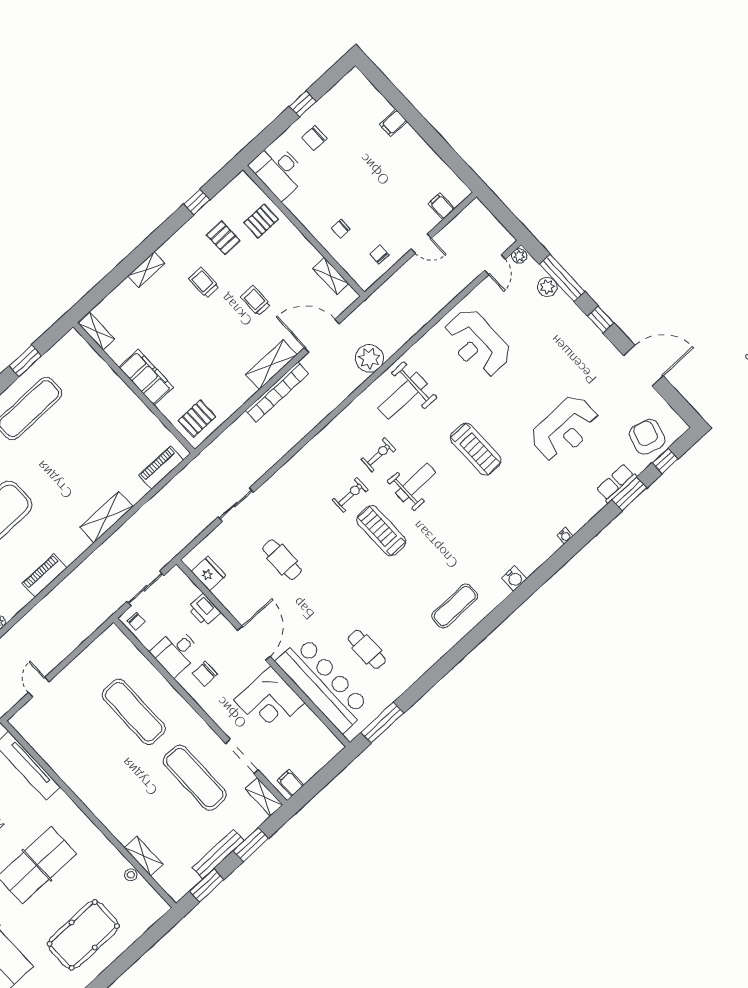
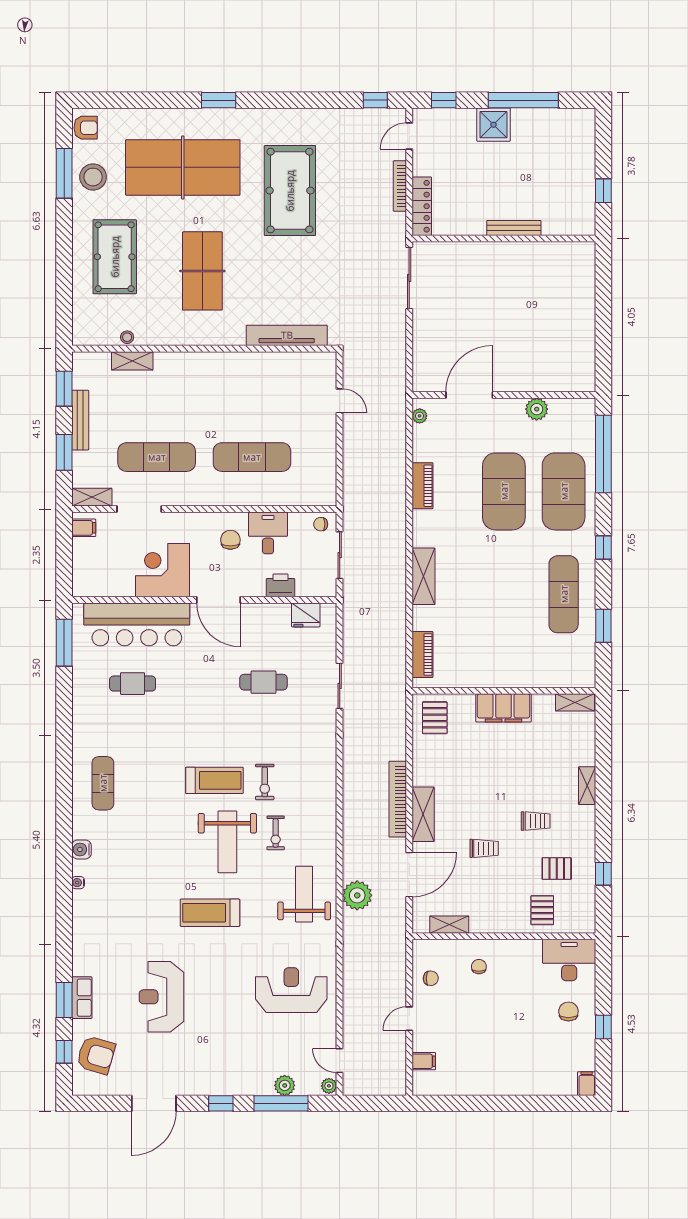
filing cabinet: (393, 123) -> (587, 1084), moved
weight bench: (415, 482) -> (227, 842), width x1.36, depth x1.33
water cooler: (565, 536) -> (78, 883), moved

